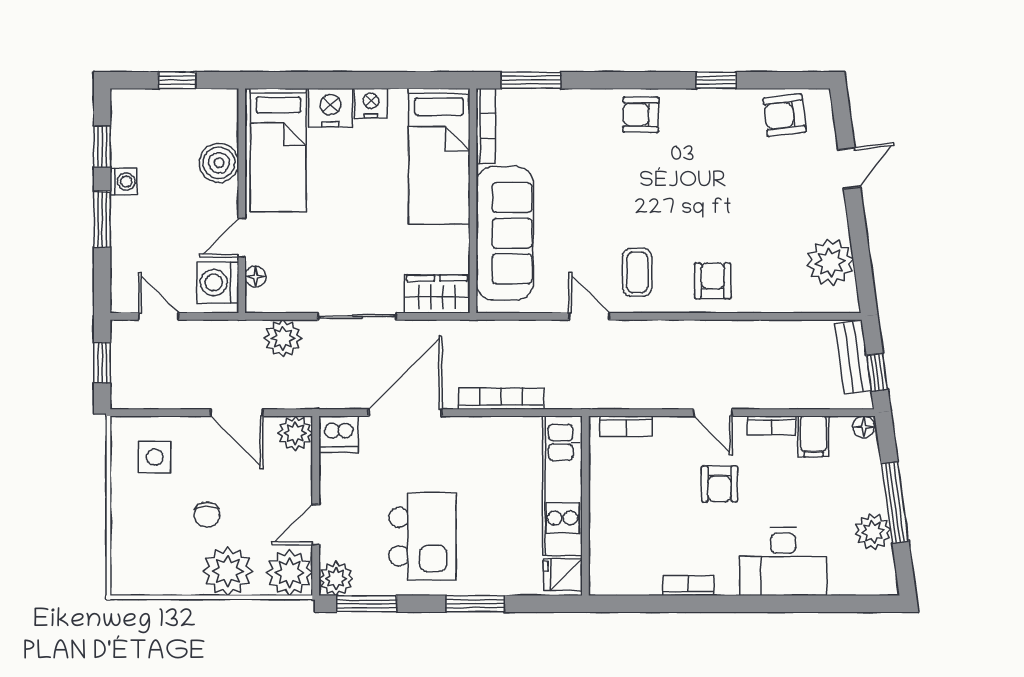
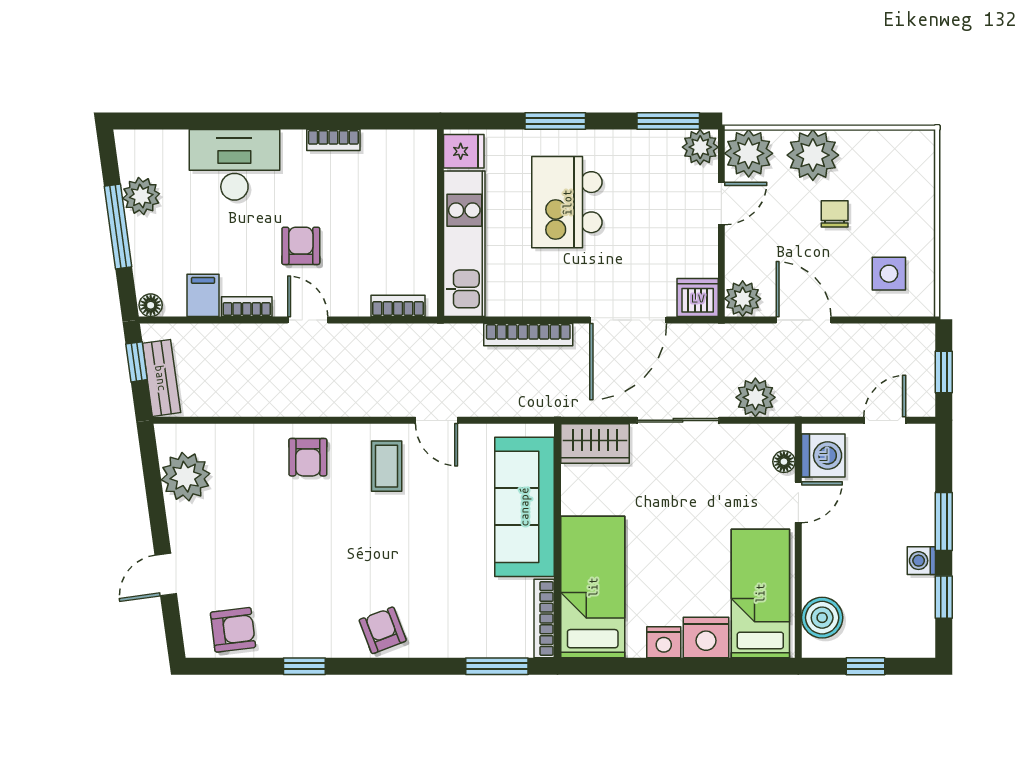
armchair: (641, 115) -> (383, 630), turned -112
boiler: (219, 163) -> (822, 618), moved
door: (159, 316) -> (885, 420), swing flipped
kitchen island: (422, 537) -> (567, 202), moved

